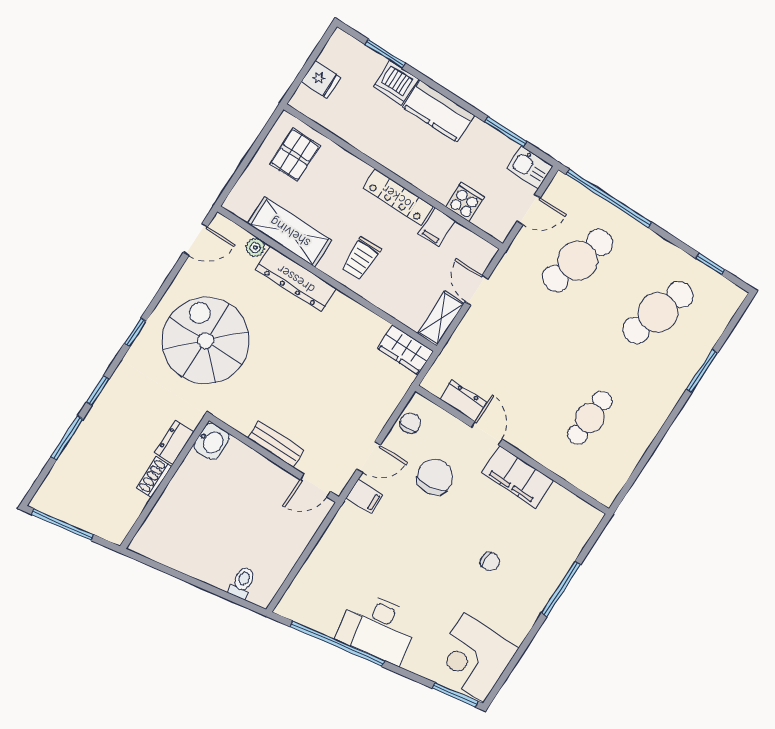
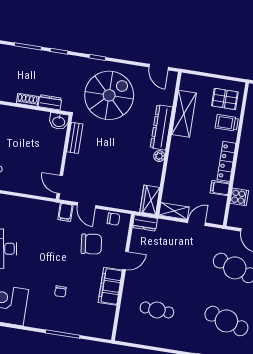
plant: (255, 247) -> (159, 156), moved
trolley: (361, 258) -> (227, 123), moved
dresser: (463, 401) -> (145, 223), moved, turned 90
bench: (276, 444) -> (75, 138), moved

